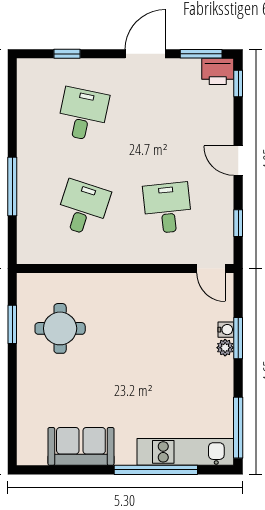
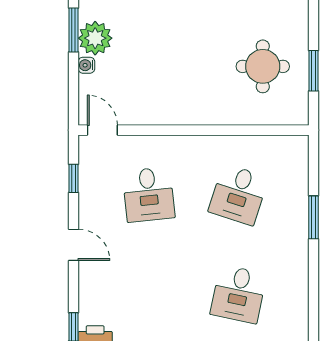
window: (12, 186) -> (313, 217), width x0.69
window: (238, 338) -> (74, 30), moved
plant: (225, 348) -> (95, 38), width x1.88, depth x1.88

